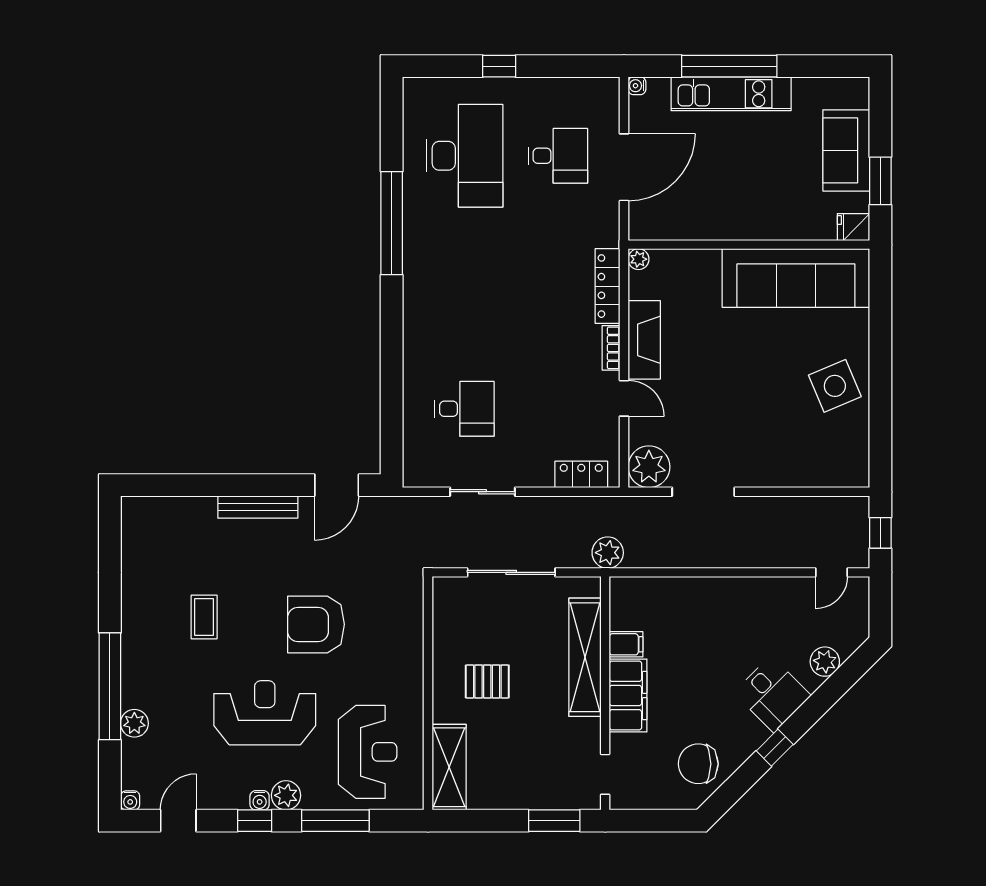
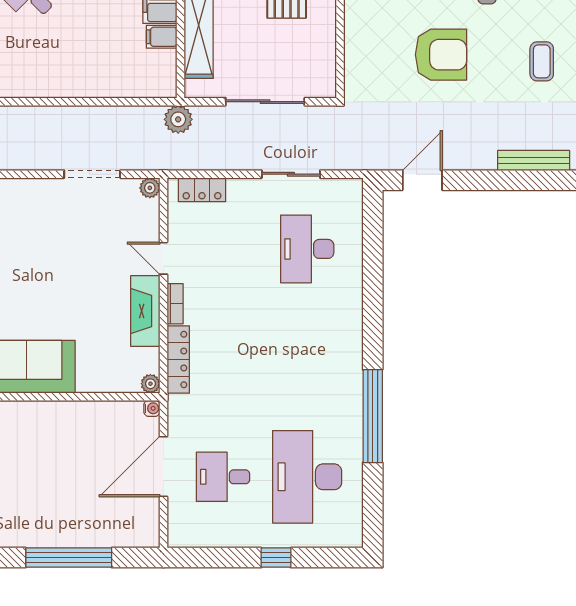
water cooler: (637, 86) -> (152, 408), moved
kitchen unit: (731, 94) -> (67, 533), removed
desk: (464, 409) -> (307, 249), width x1.37
plant: (649, 467) -> (150, 188), width x0.53, depth x0.53
bench: (258, 507) -> (534, 160), moved

